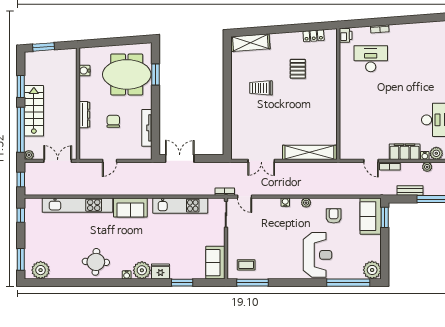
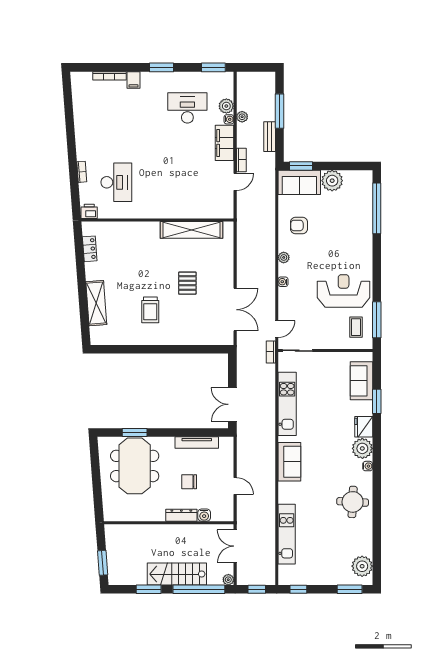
shelving: (250, 43) -> (96, 303), moved
desk: (371, 59) -> (116, 182), turned 180
pallet: (298, 69) -> (187, 283), moved, turned 90
water cooler: (85, 71) -> (204, 515), moved
shelving: (309, 152) -> (192, 230), moved, turned 90
double door: (261, 161) -> (235, 310), width x1.37
kitchen unit: (78, 205) -> (287, 534), width x0.73
reception desk: (317, 255) -> (344, 291), moved
sofa: (215, 263) -> (362, 381), moved, turned 90
plant: (372, 270) -> (332, 181), moved

